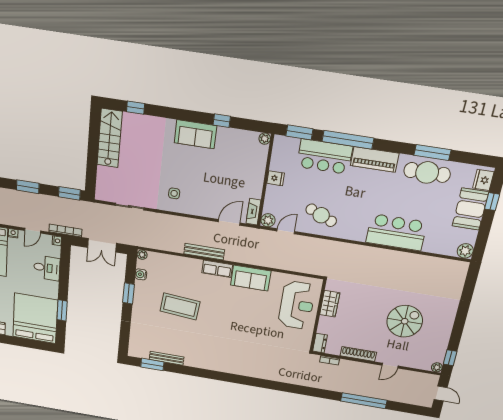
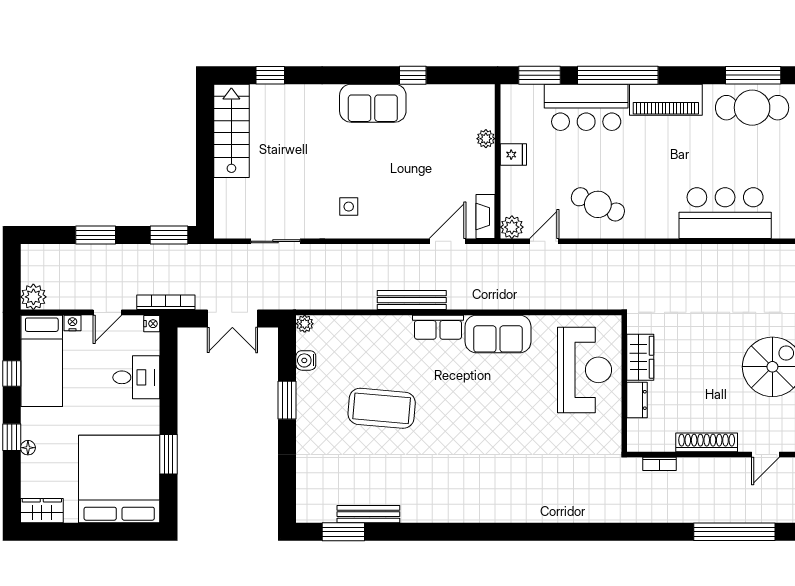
plant: (265, 139) -> (486, 139), moved
dresser: (320, 343) -> (637, 400), moved

